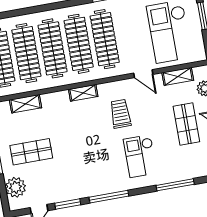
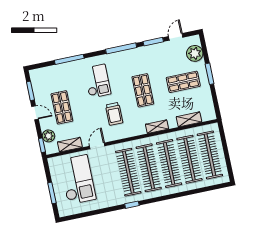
door: (143, 74) -> (97, 146), hinge flipped
shelving: (83, 93) -> (157, 127), moved
shop shelf: (83, 142) -> (143, 90), added

